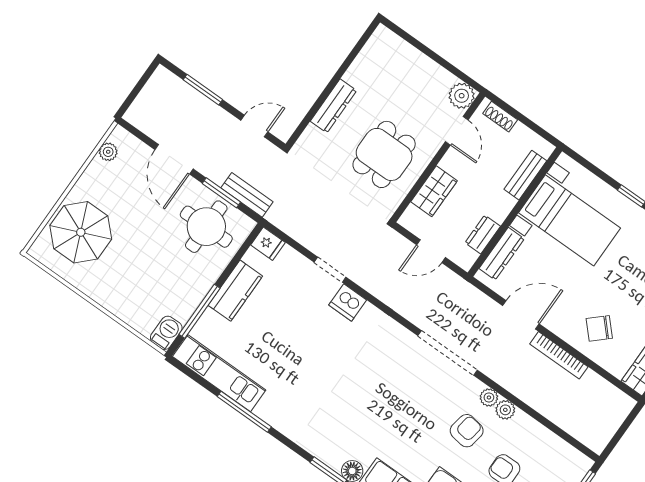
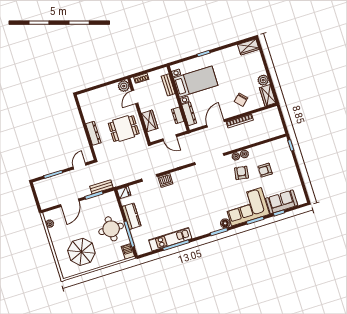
door: (457, 131) -> (135, 97), swing flipped
dining table: (384, 154) -> (124, 129), turned 90
door: (174, 159) -> (70, 203), hinge flipped
round table: (206, 227) -> (111, 229), moved
parasol: (81, 232) -> (81, 252), moved
door: (431, 251) -> (170, 138), hinge flipped
kitchen unit: (219, 373) -> (170, 239), moved

